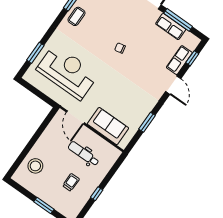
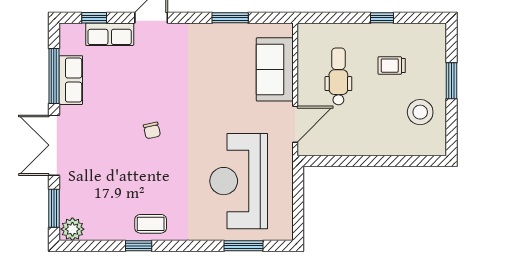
dental chair: (84, 154) -> (338, 76), turned 180
stool: (35, 166) -> (420, 112), moved

